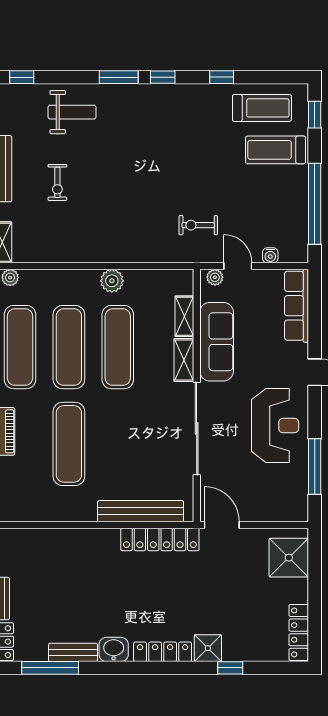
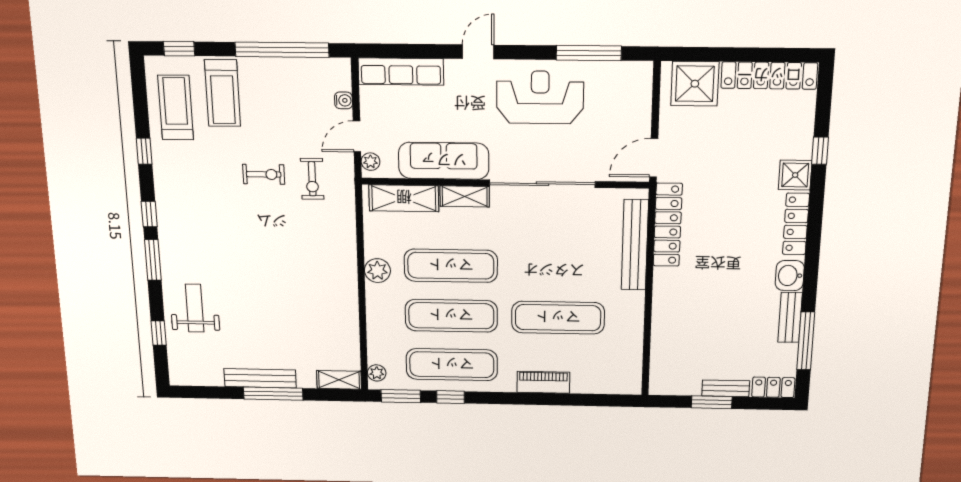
window: (22, 77) -> (159, 333), moved
exercise bike: (57, 182) -> (264, 174), moved
shelving: (184, 316) -> (404, 198), width x1.50, depth x1.33
locker: (299, 632) -> (769, 76), width x1.41, depth x1.21

